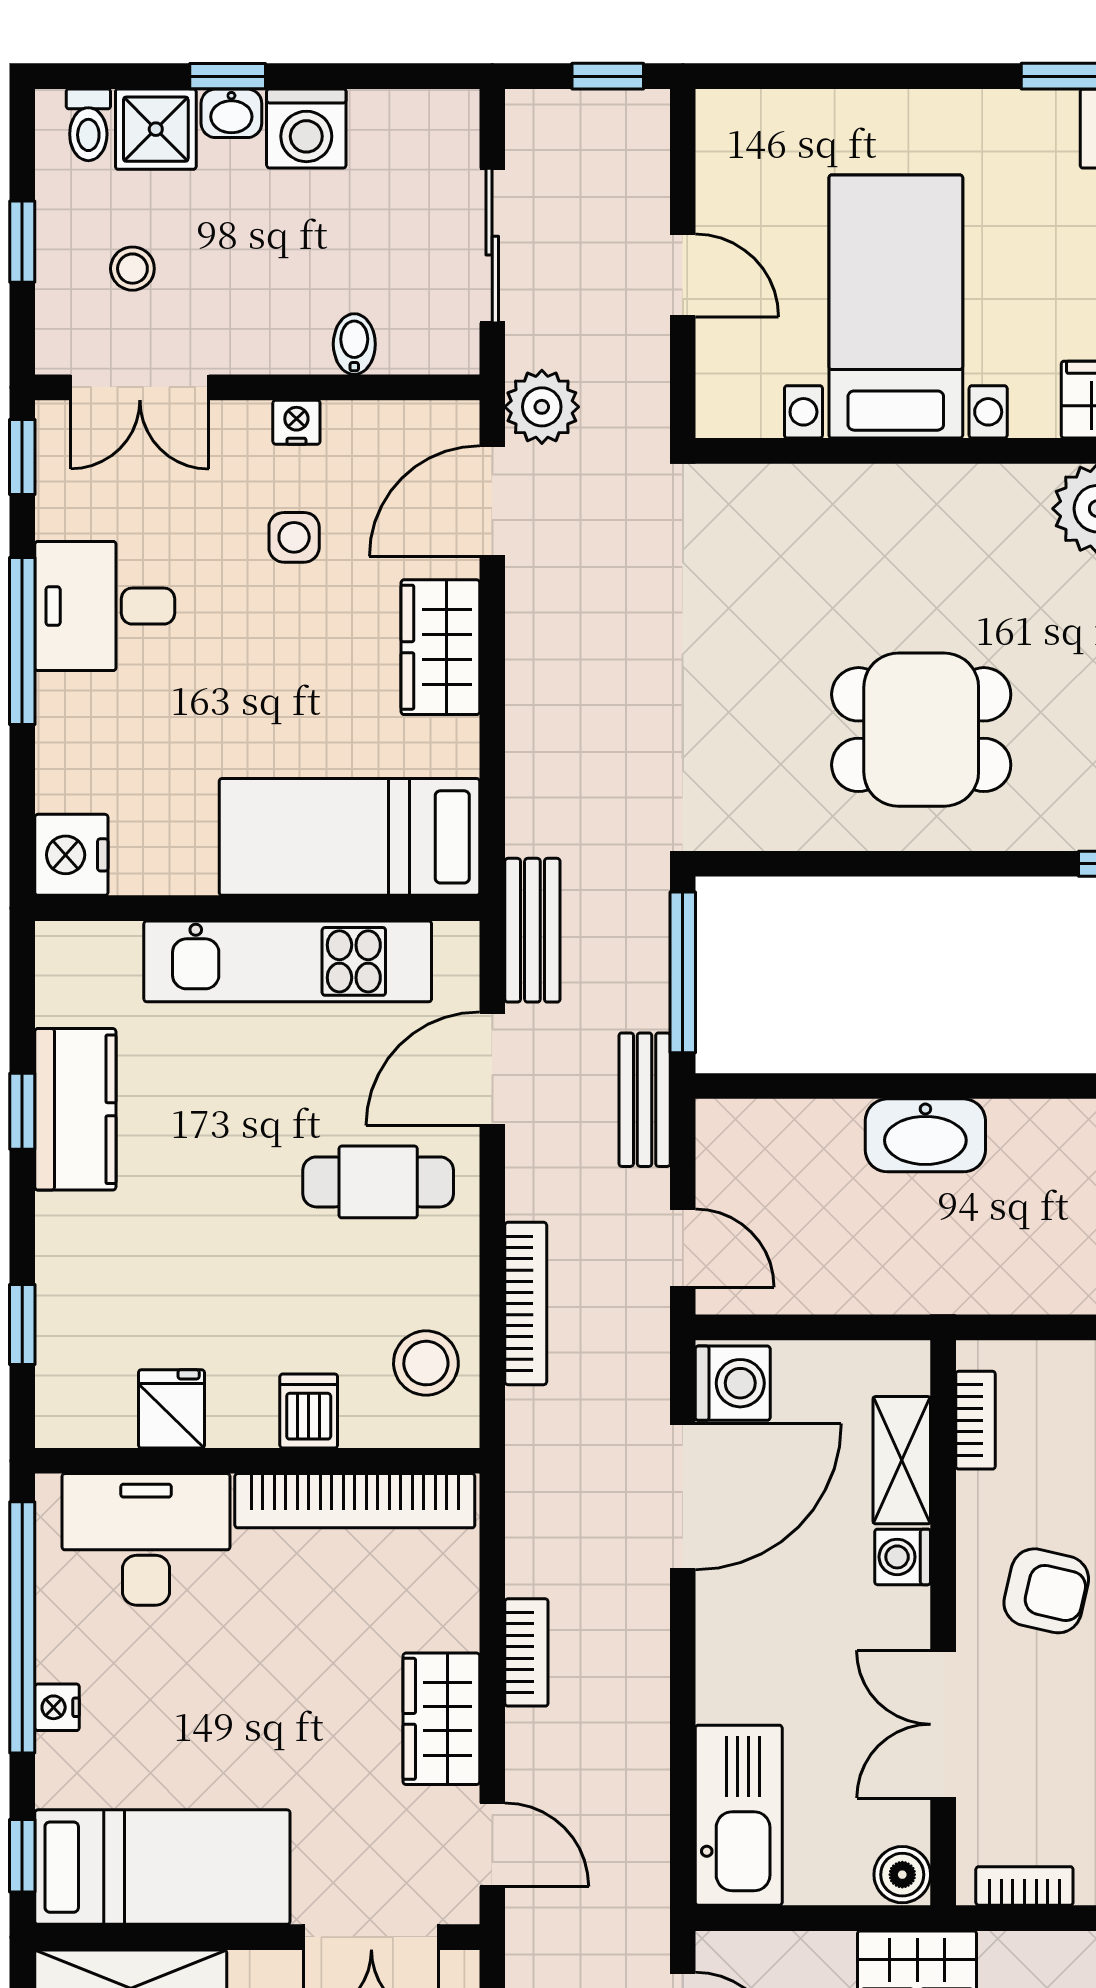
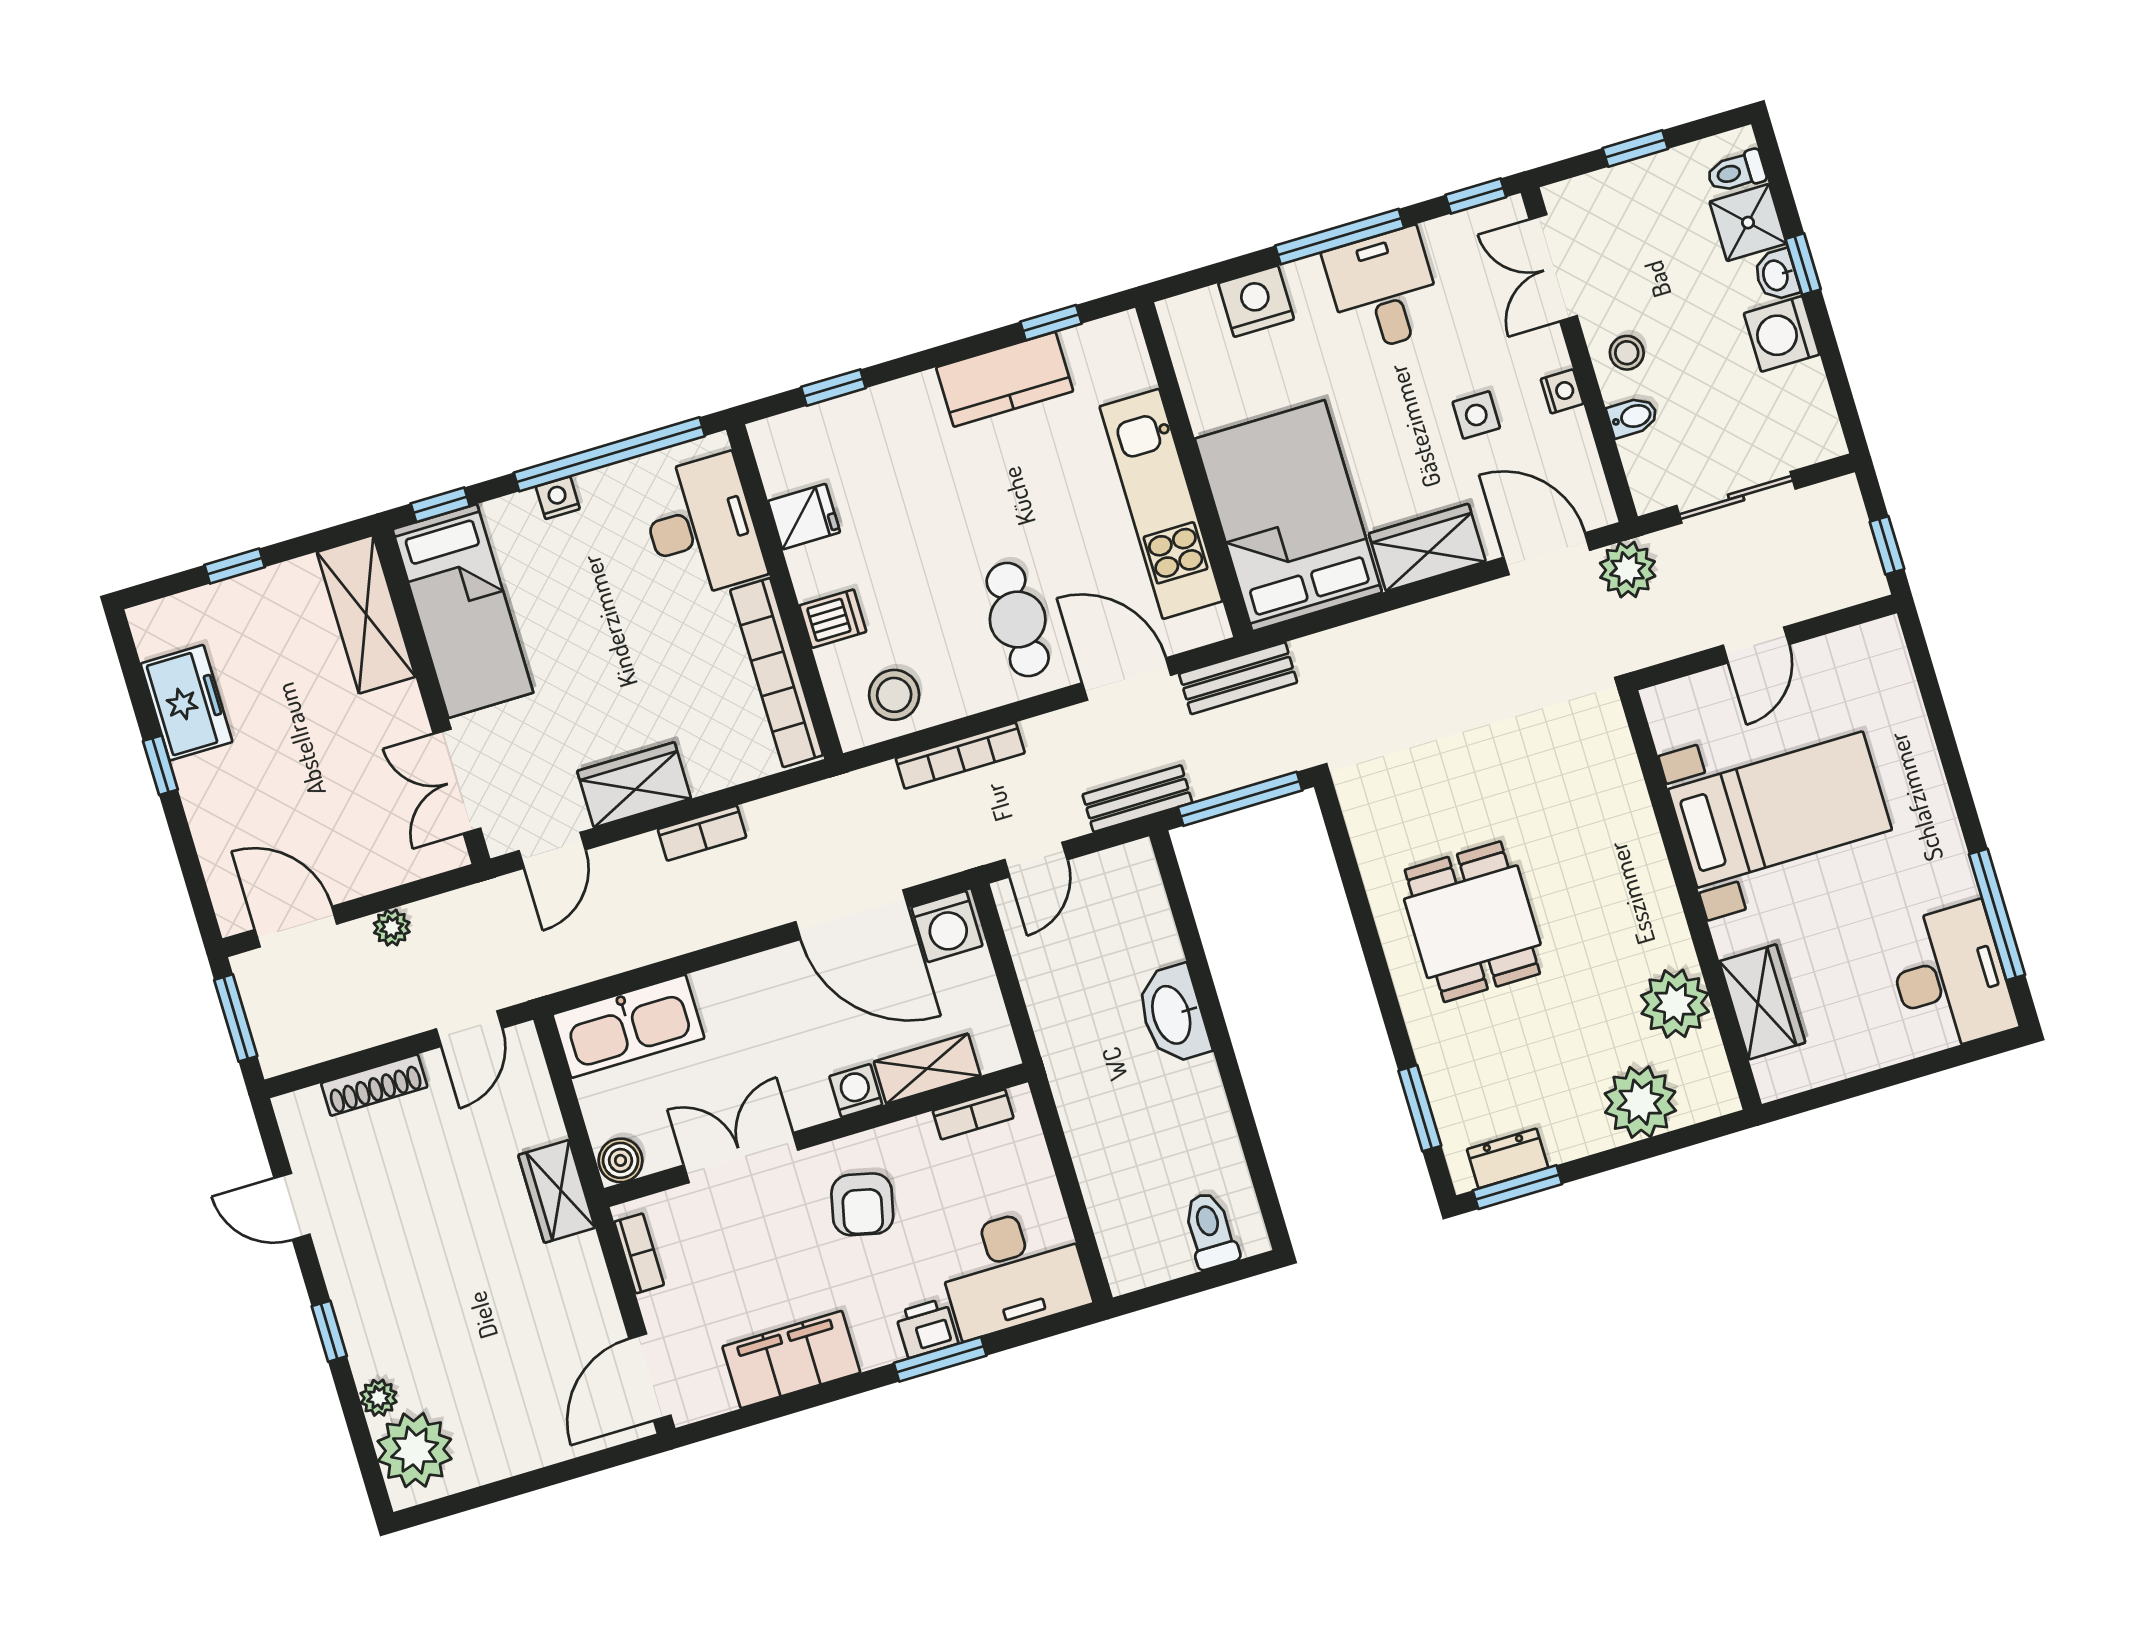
stool: (132, 269) -> (1627, 353), moved
bed: (349, 837) -> (1288, 516), width x1.50
nightstand: (71, 855) -> (1256, 301), moved
window: (22, 1111) -> (1051, 323), moved

